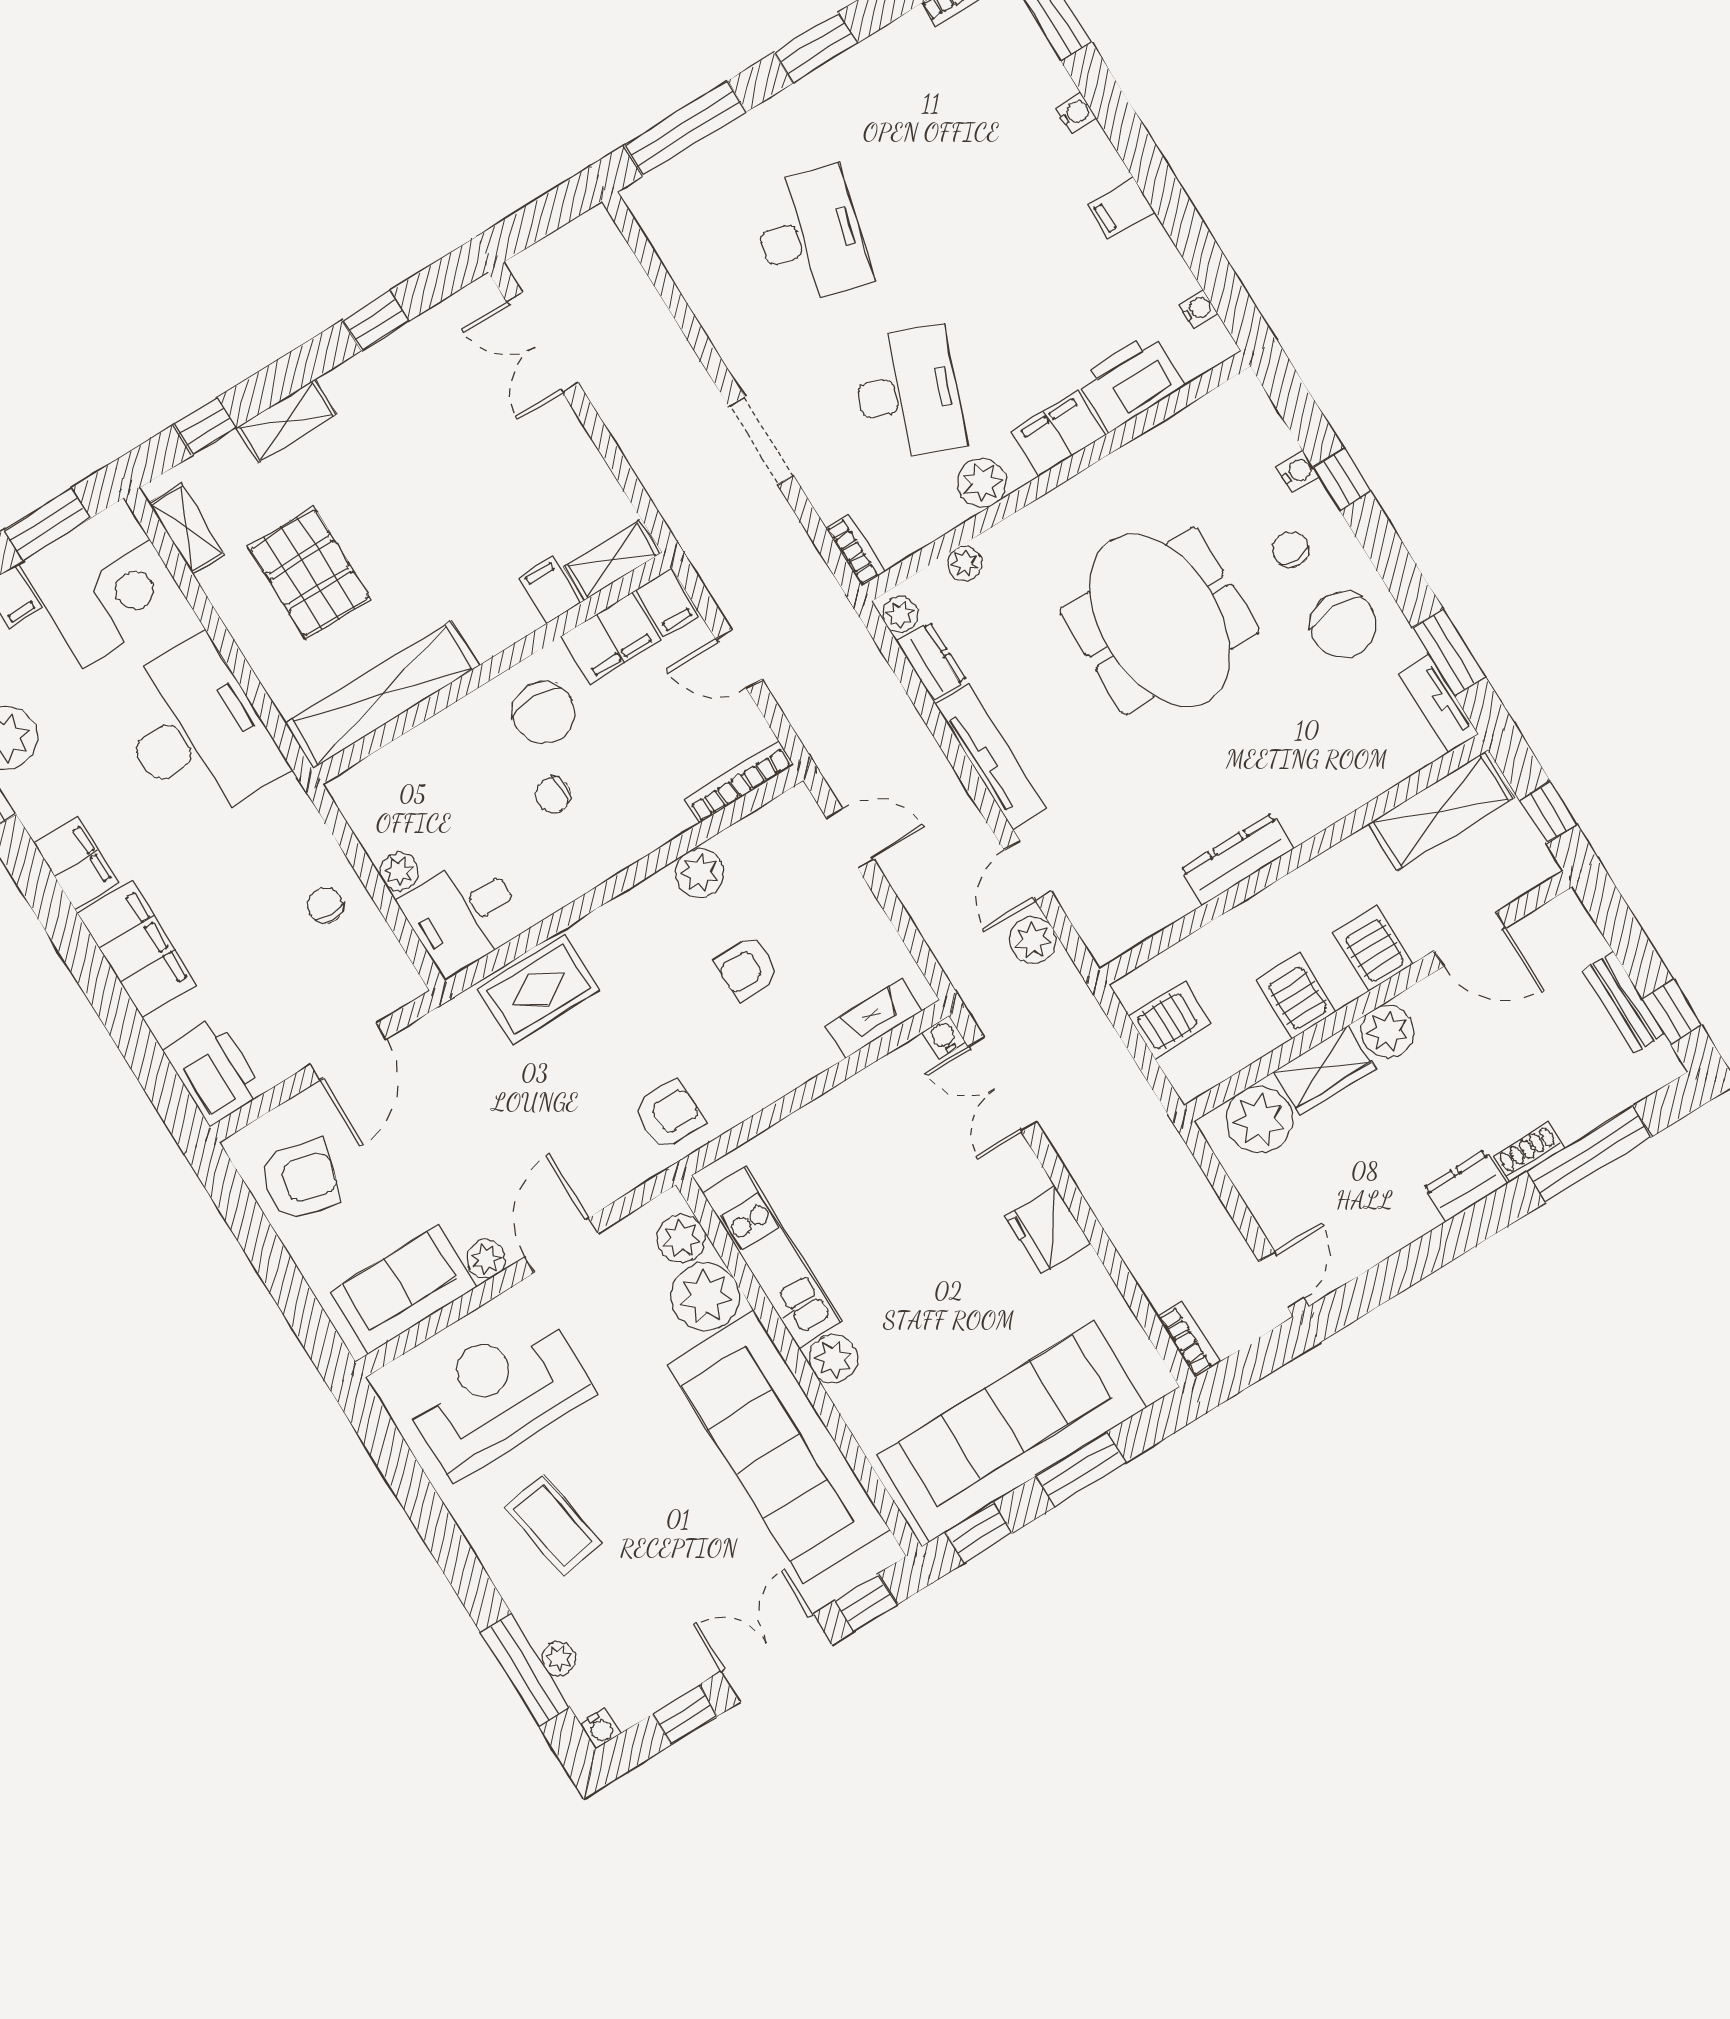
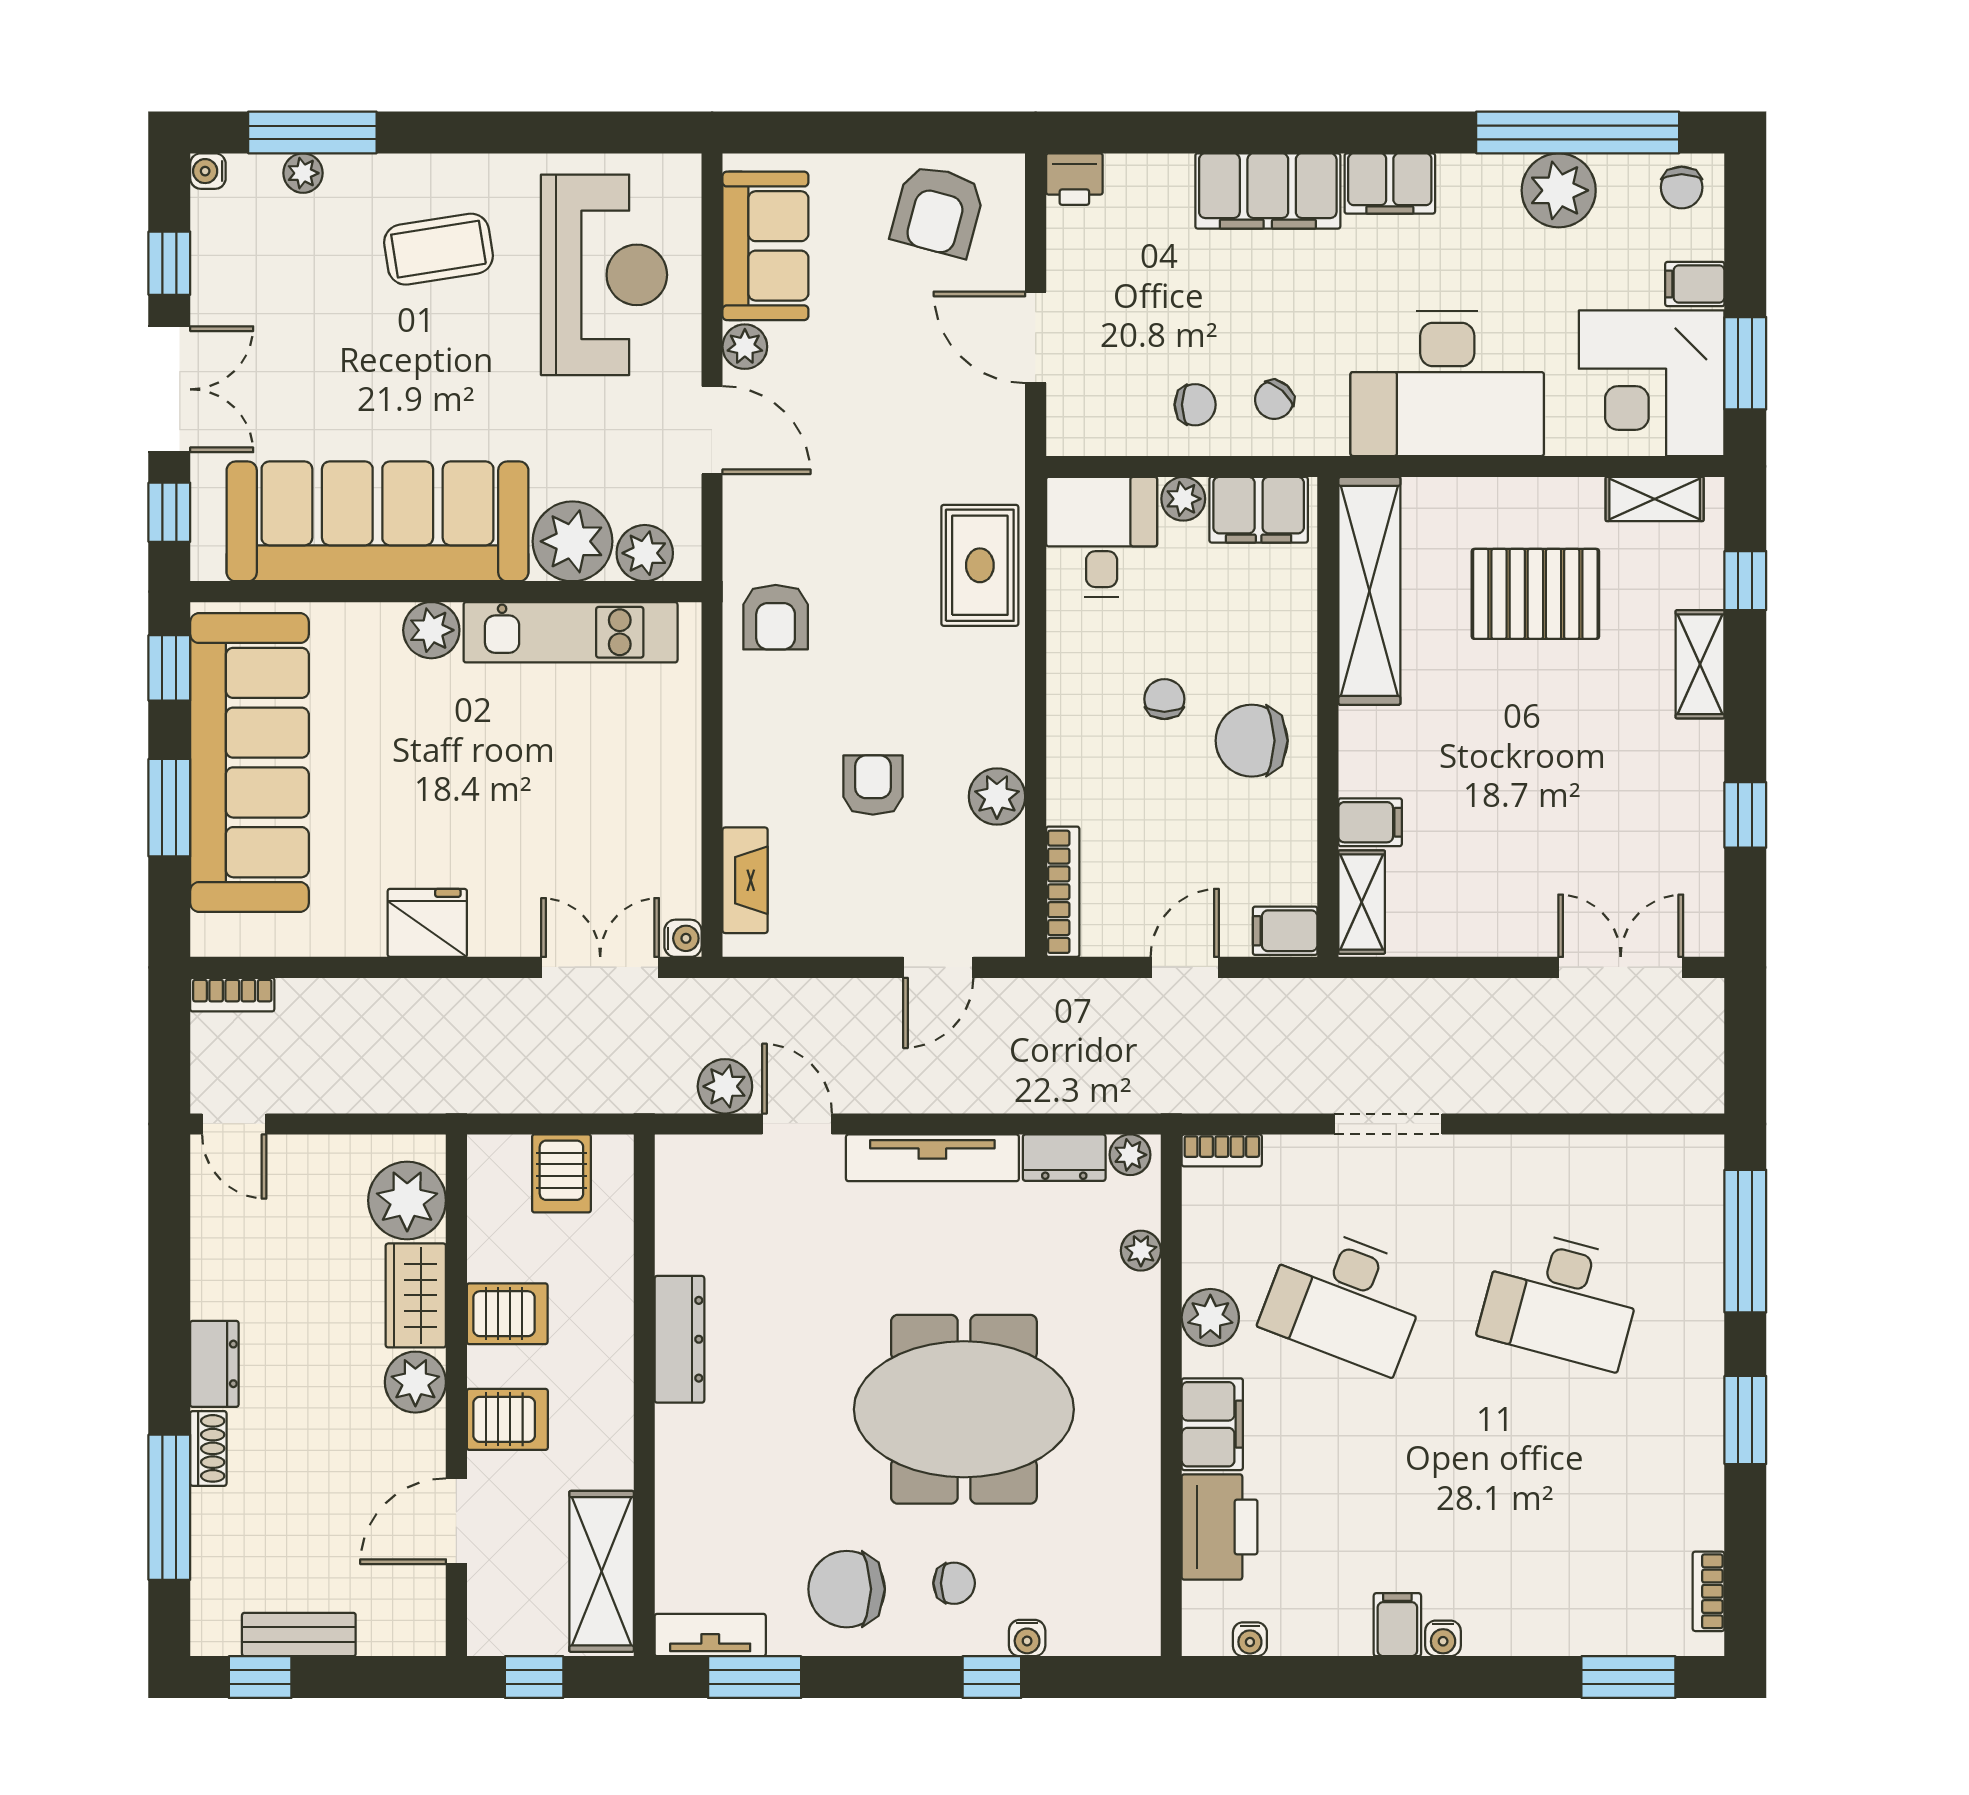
water cooler: (1076, 113) -> (1443, 1638), moved
filing cabinet: (611, 638) -> (1259, 510), moved, turned -90
chair: (286, 850) -> (1274, 400), added
printer: (213, 1071) -> (1074, 179), width x0.53, depth x0.68

